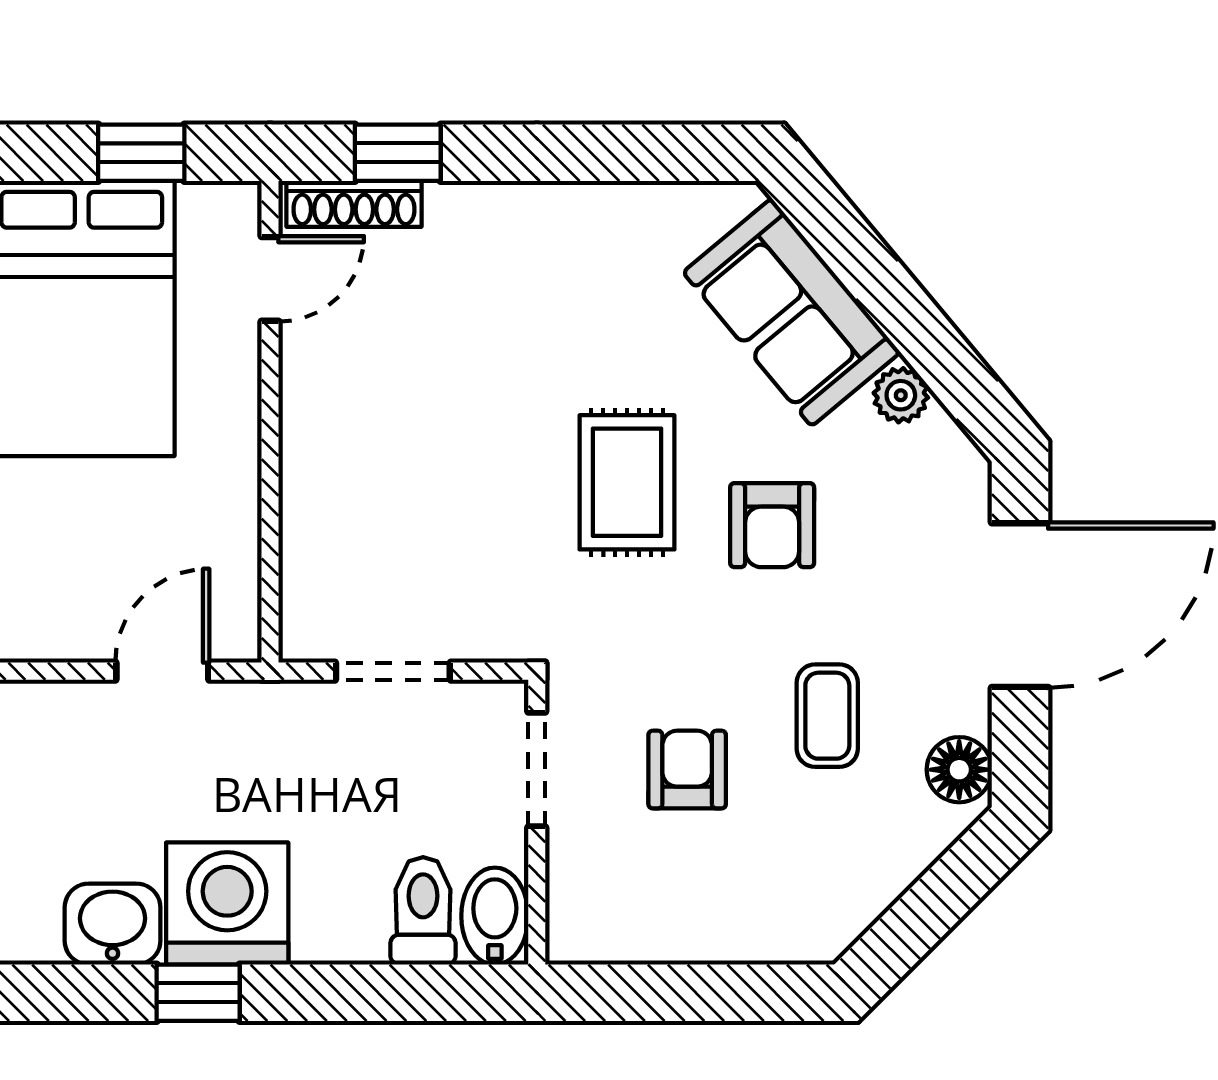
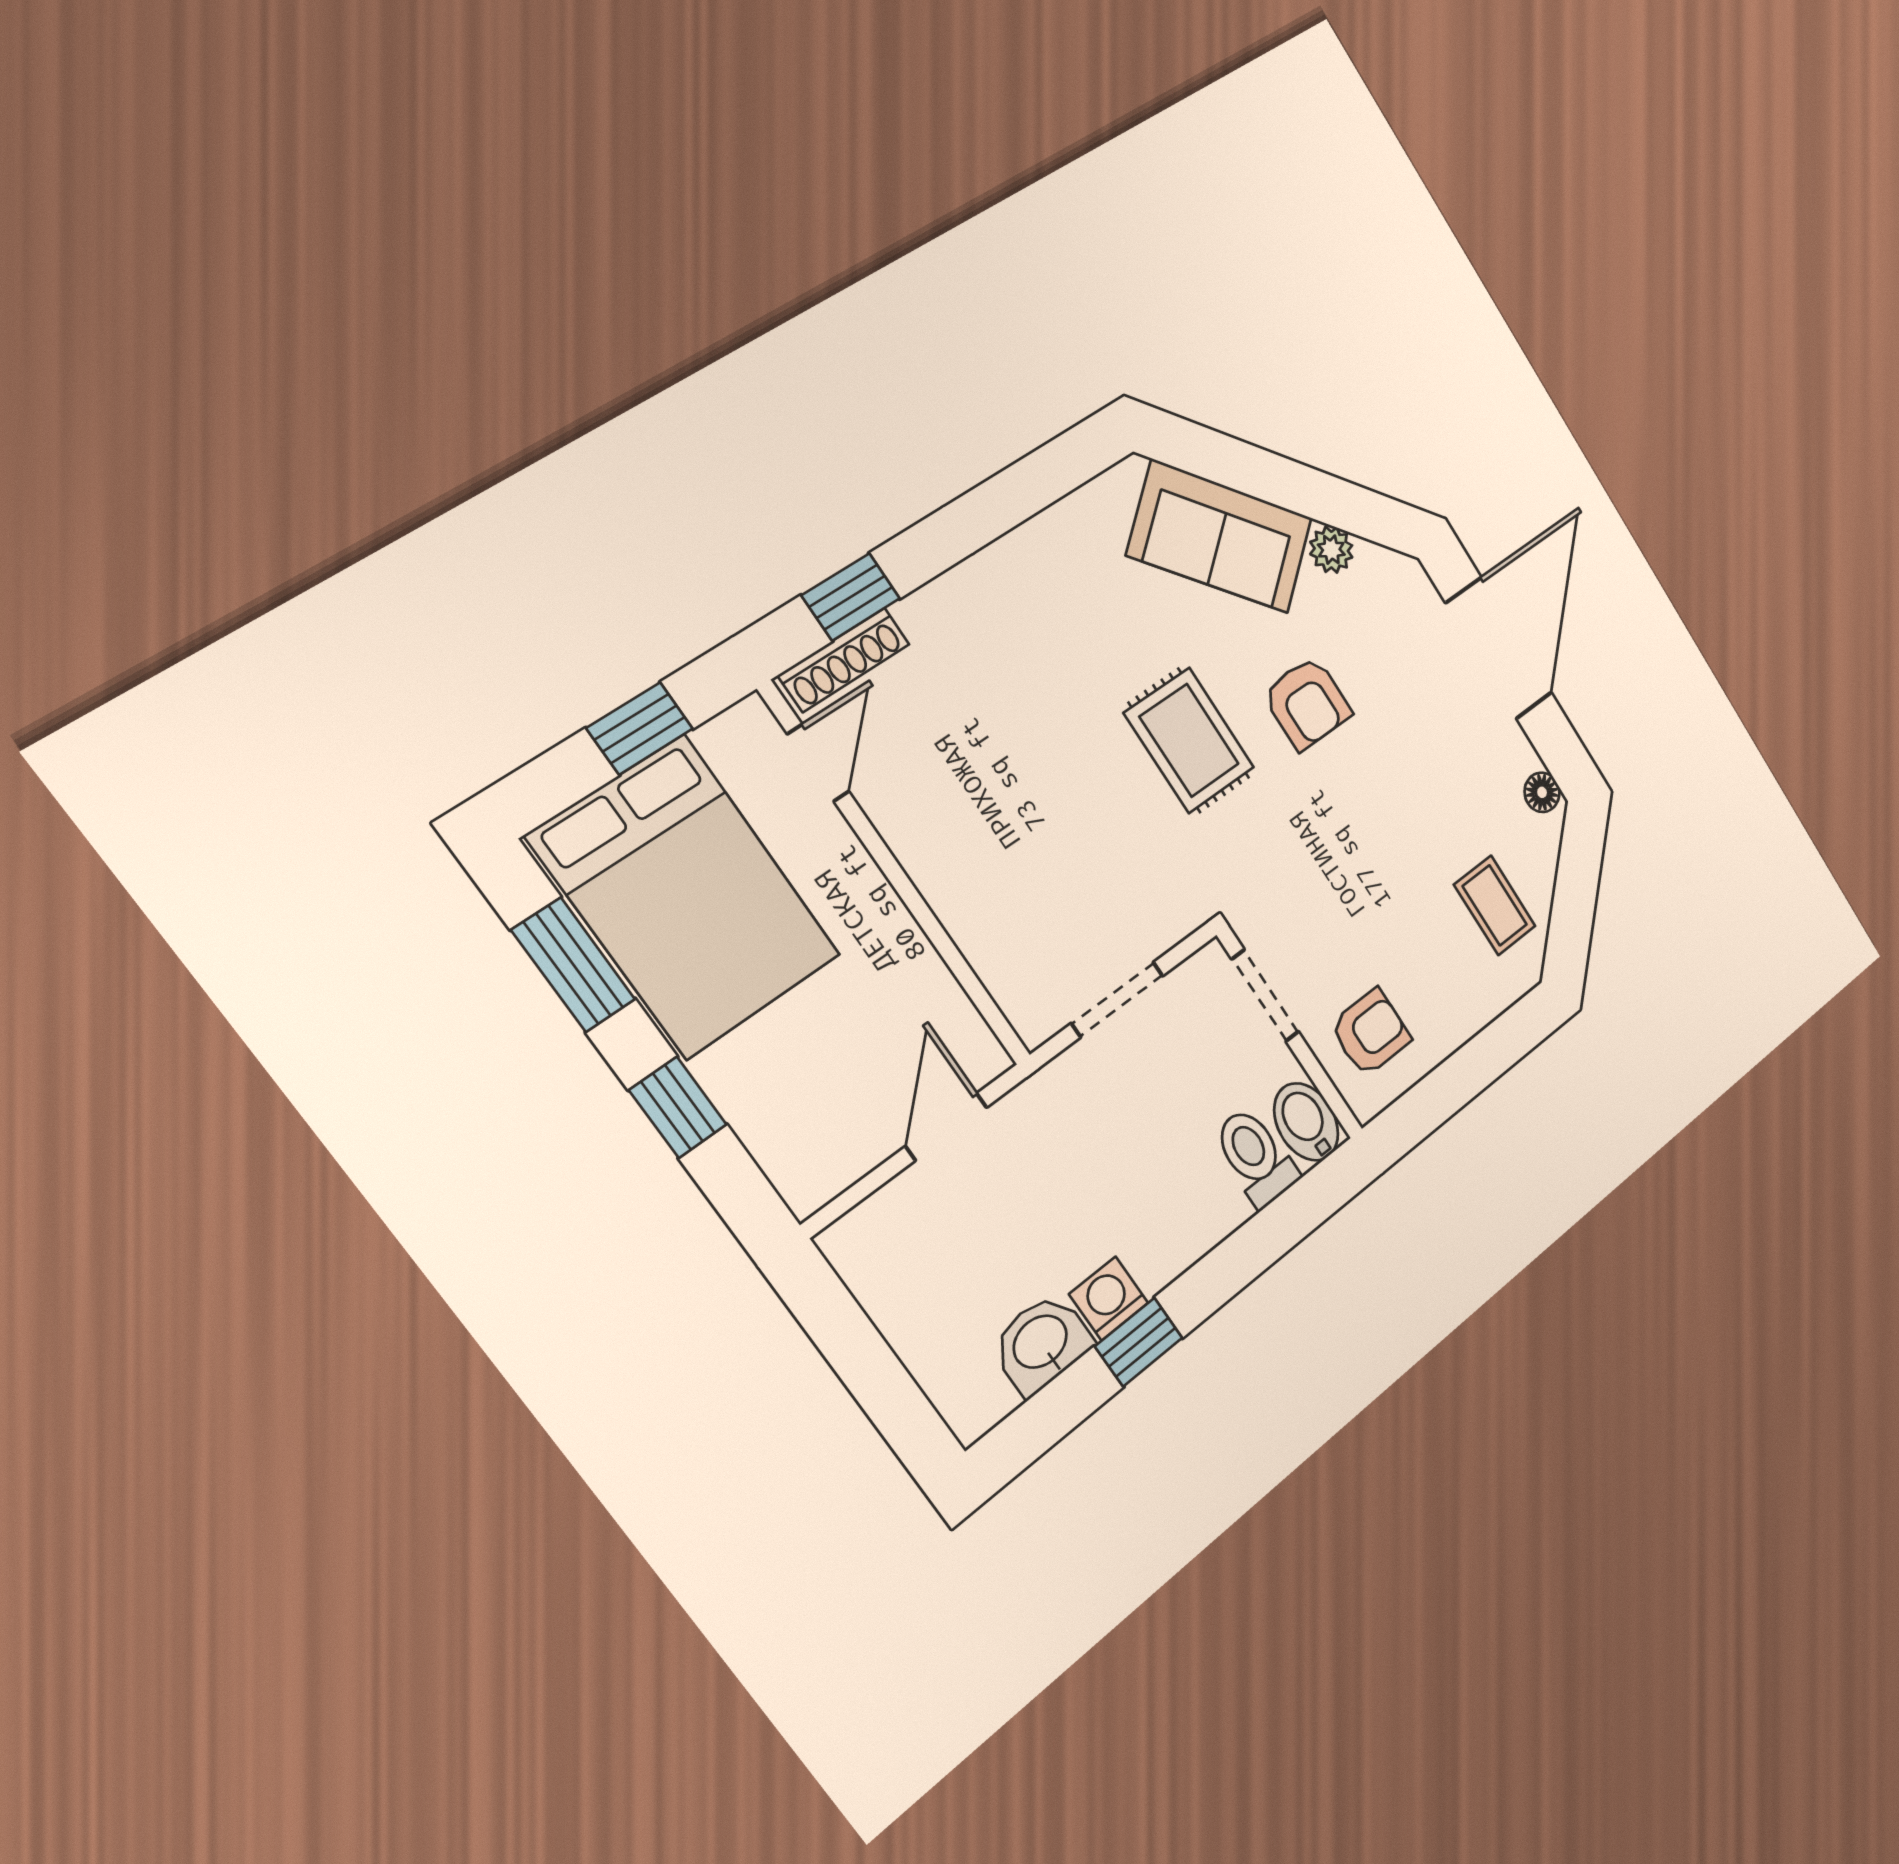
coffee table: (827, 716) -> (1495, 905), moved
armchair: (687, 770) -> (1371, 1032), moved, turned 90
floor lamp: (959, 770) -> (1542, 792), width x0.73, depth x0.73
washing machine: (227, 904) -> (1109, 1299), width x0.53, depth x0.53

